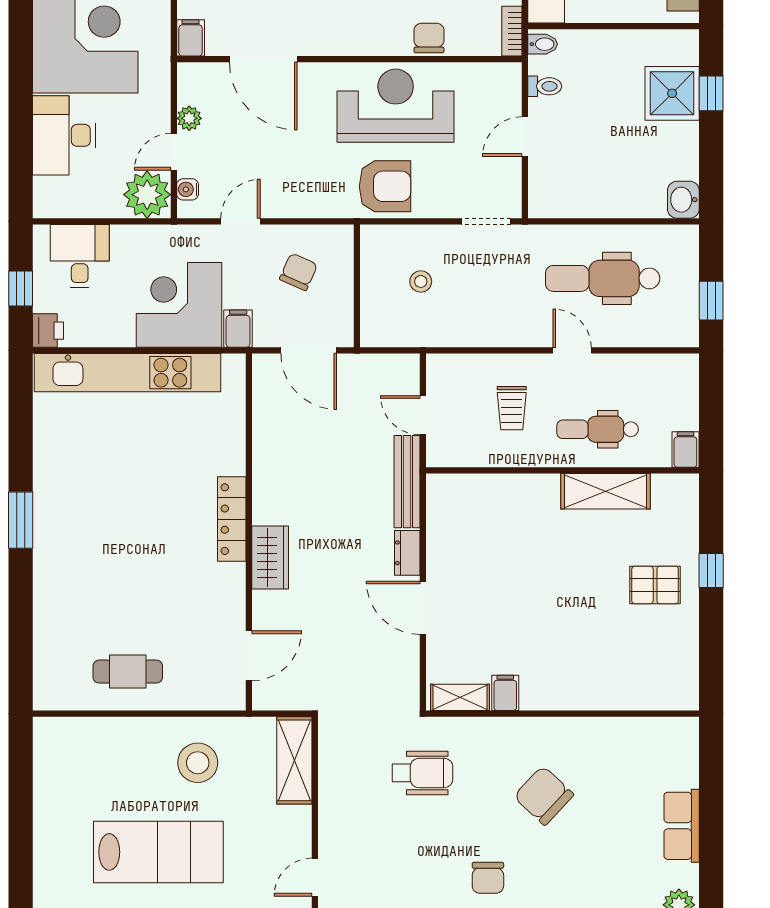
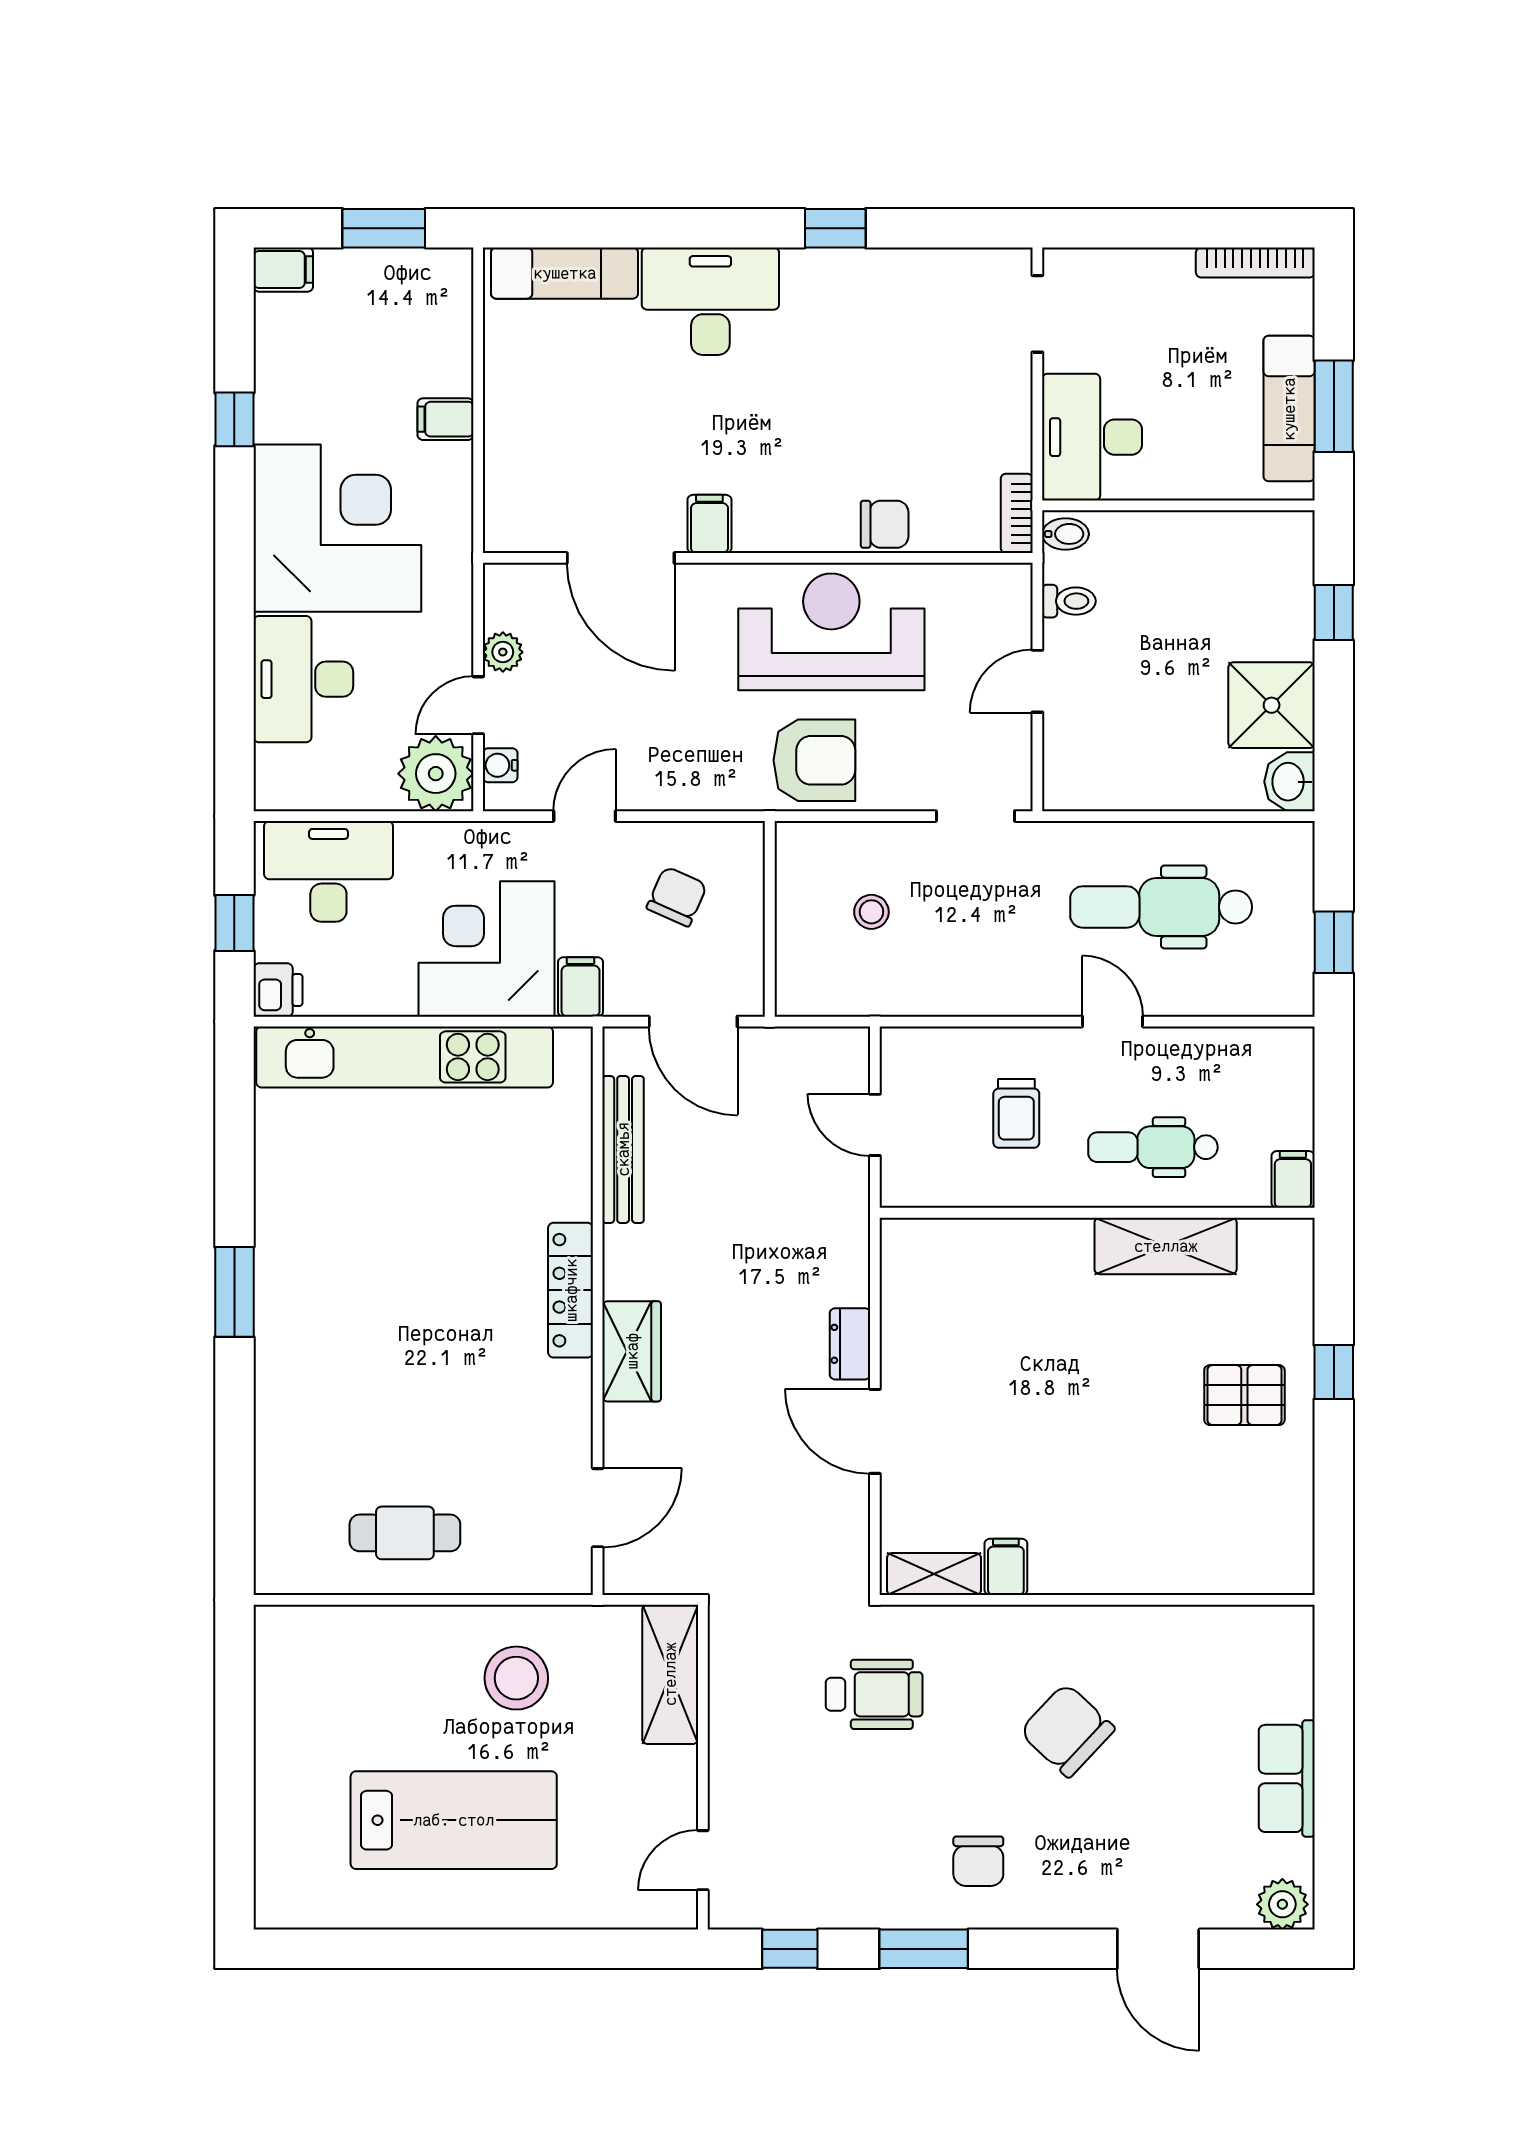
filing cabinet: (191, 38) -> (709, 524), moved
chair: (429, 38) -> (885, 524), turned 90
shower: (672, 93) -> (1272, 705), moved
desk: (80, 256) -> (328, 871), width x1.37
bench: (407, 482) -> (623, 1149), moved

